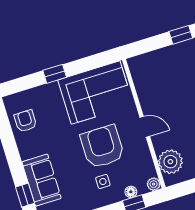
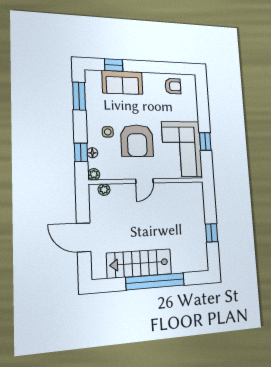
window: (55, 74) -> (205, 141), moved
armchair: (102, 147) -> (137, 141), turned 90
plant: (170, 162) -> (104, 190), width x0.53, depth x0.53

